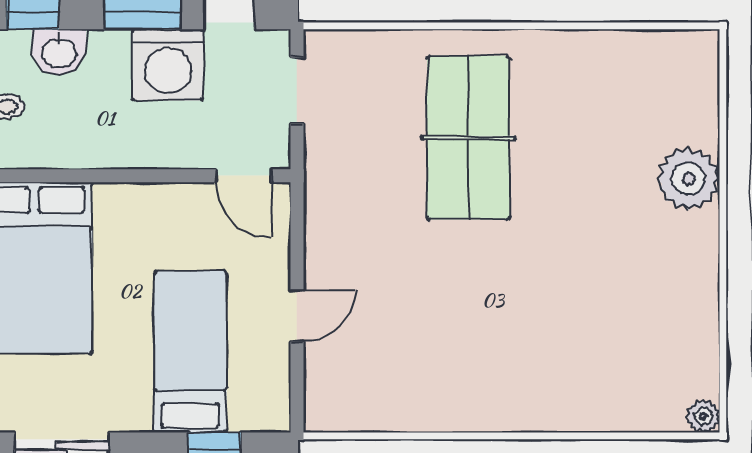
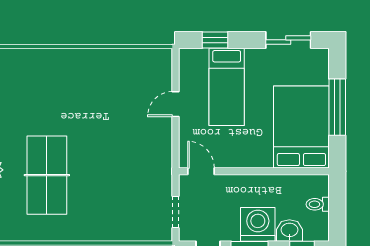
washing machine: (168, 65) -> (258, 224), moved
table tennis table: (468, 138) -> (47, 175), moved

